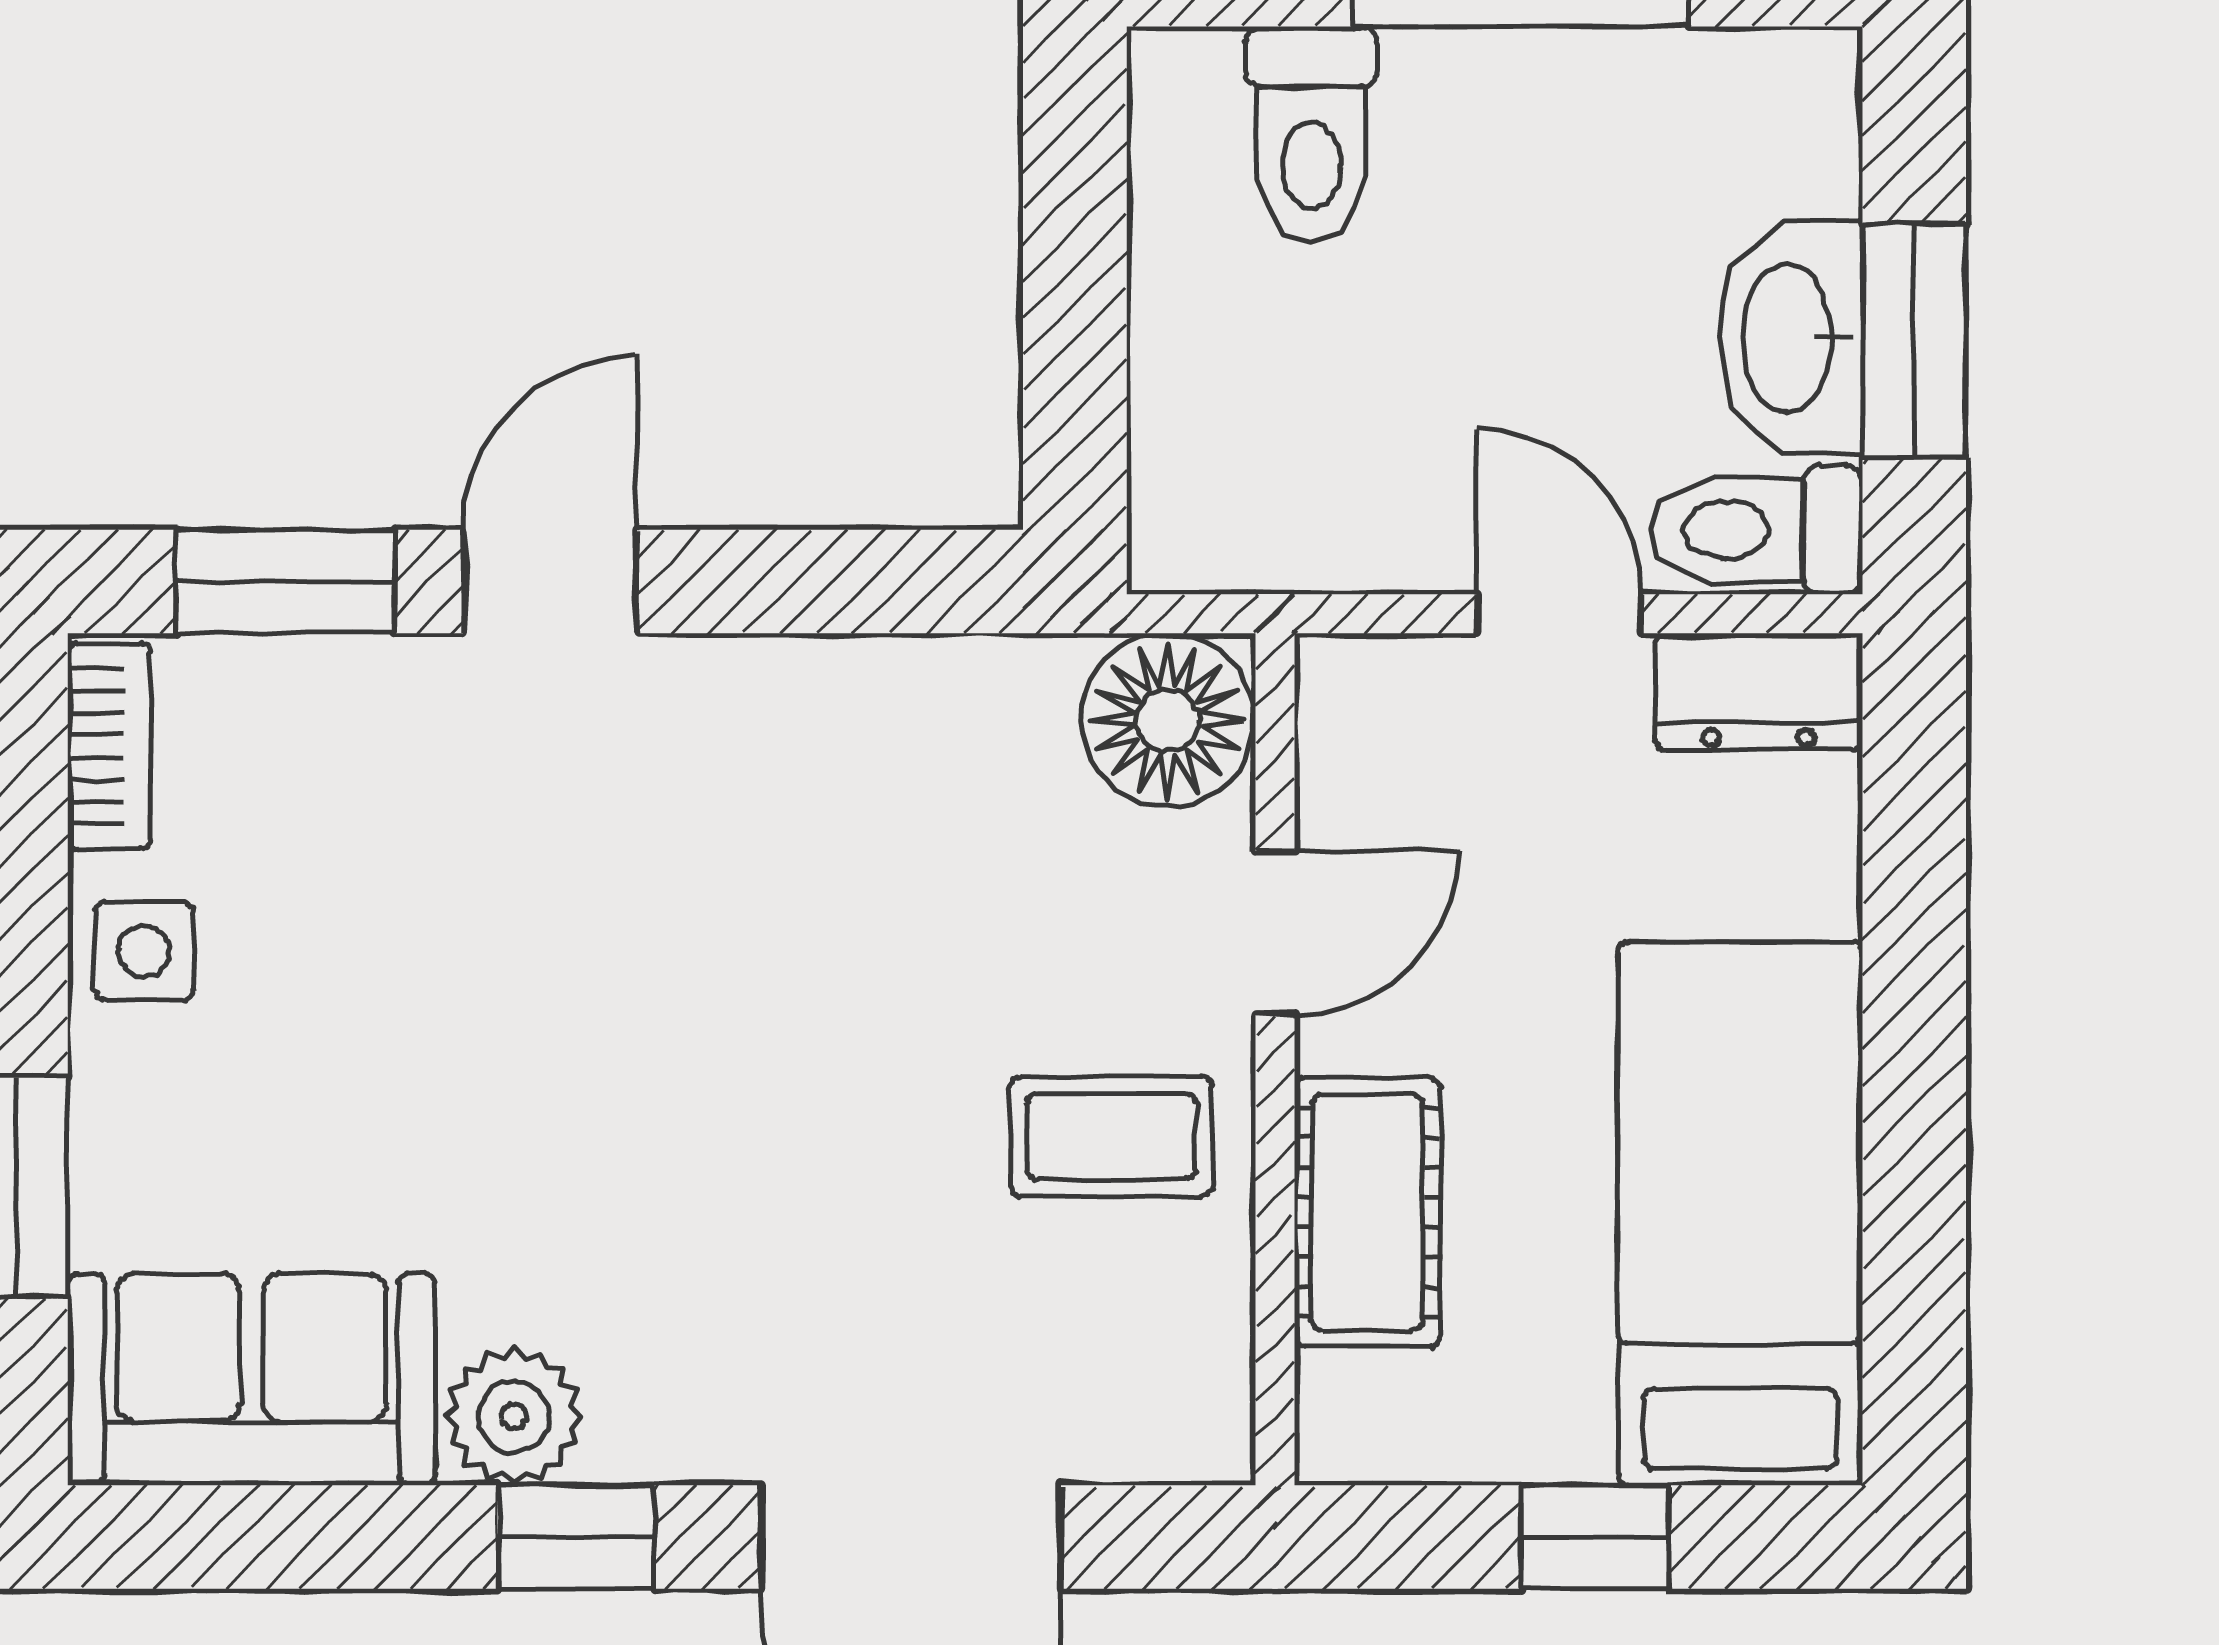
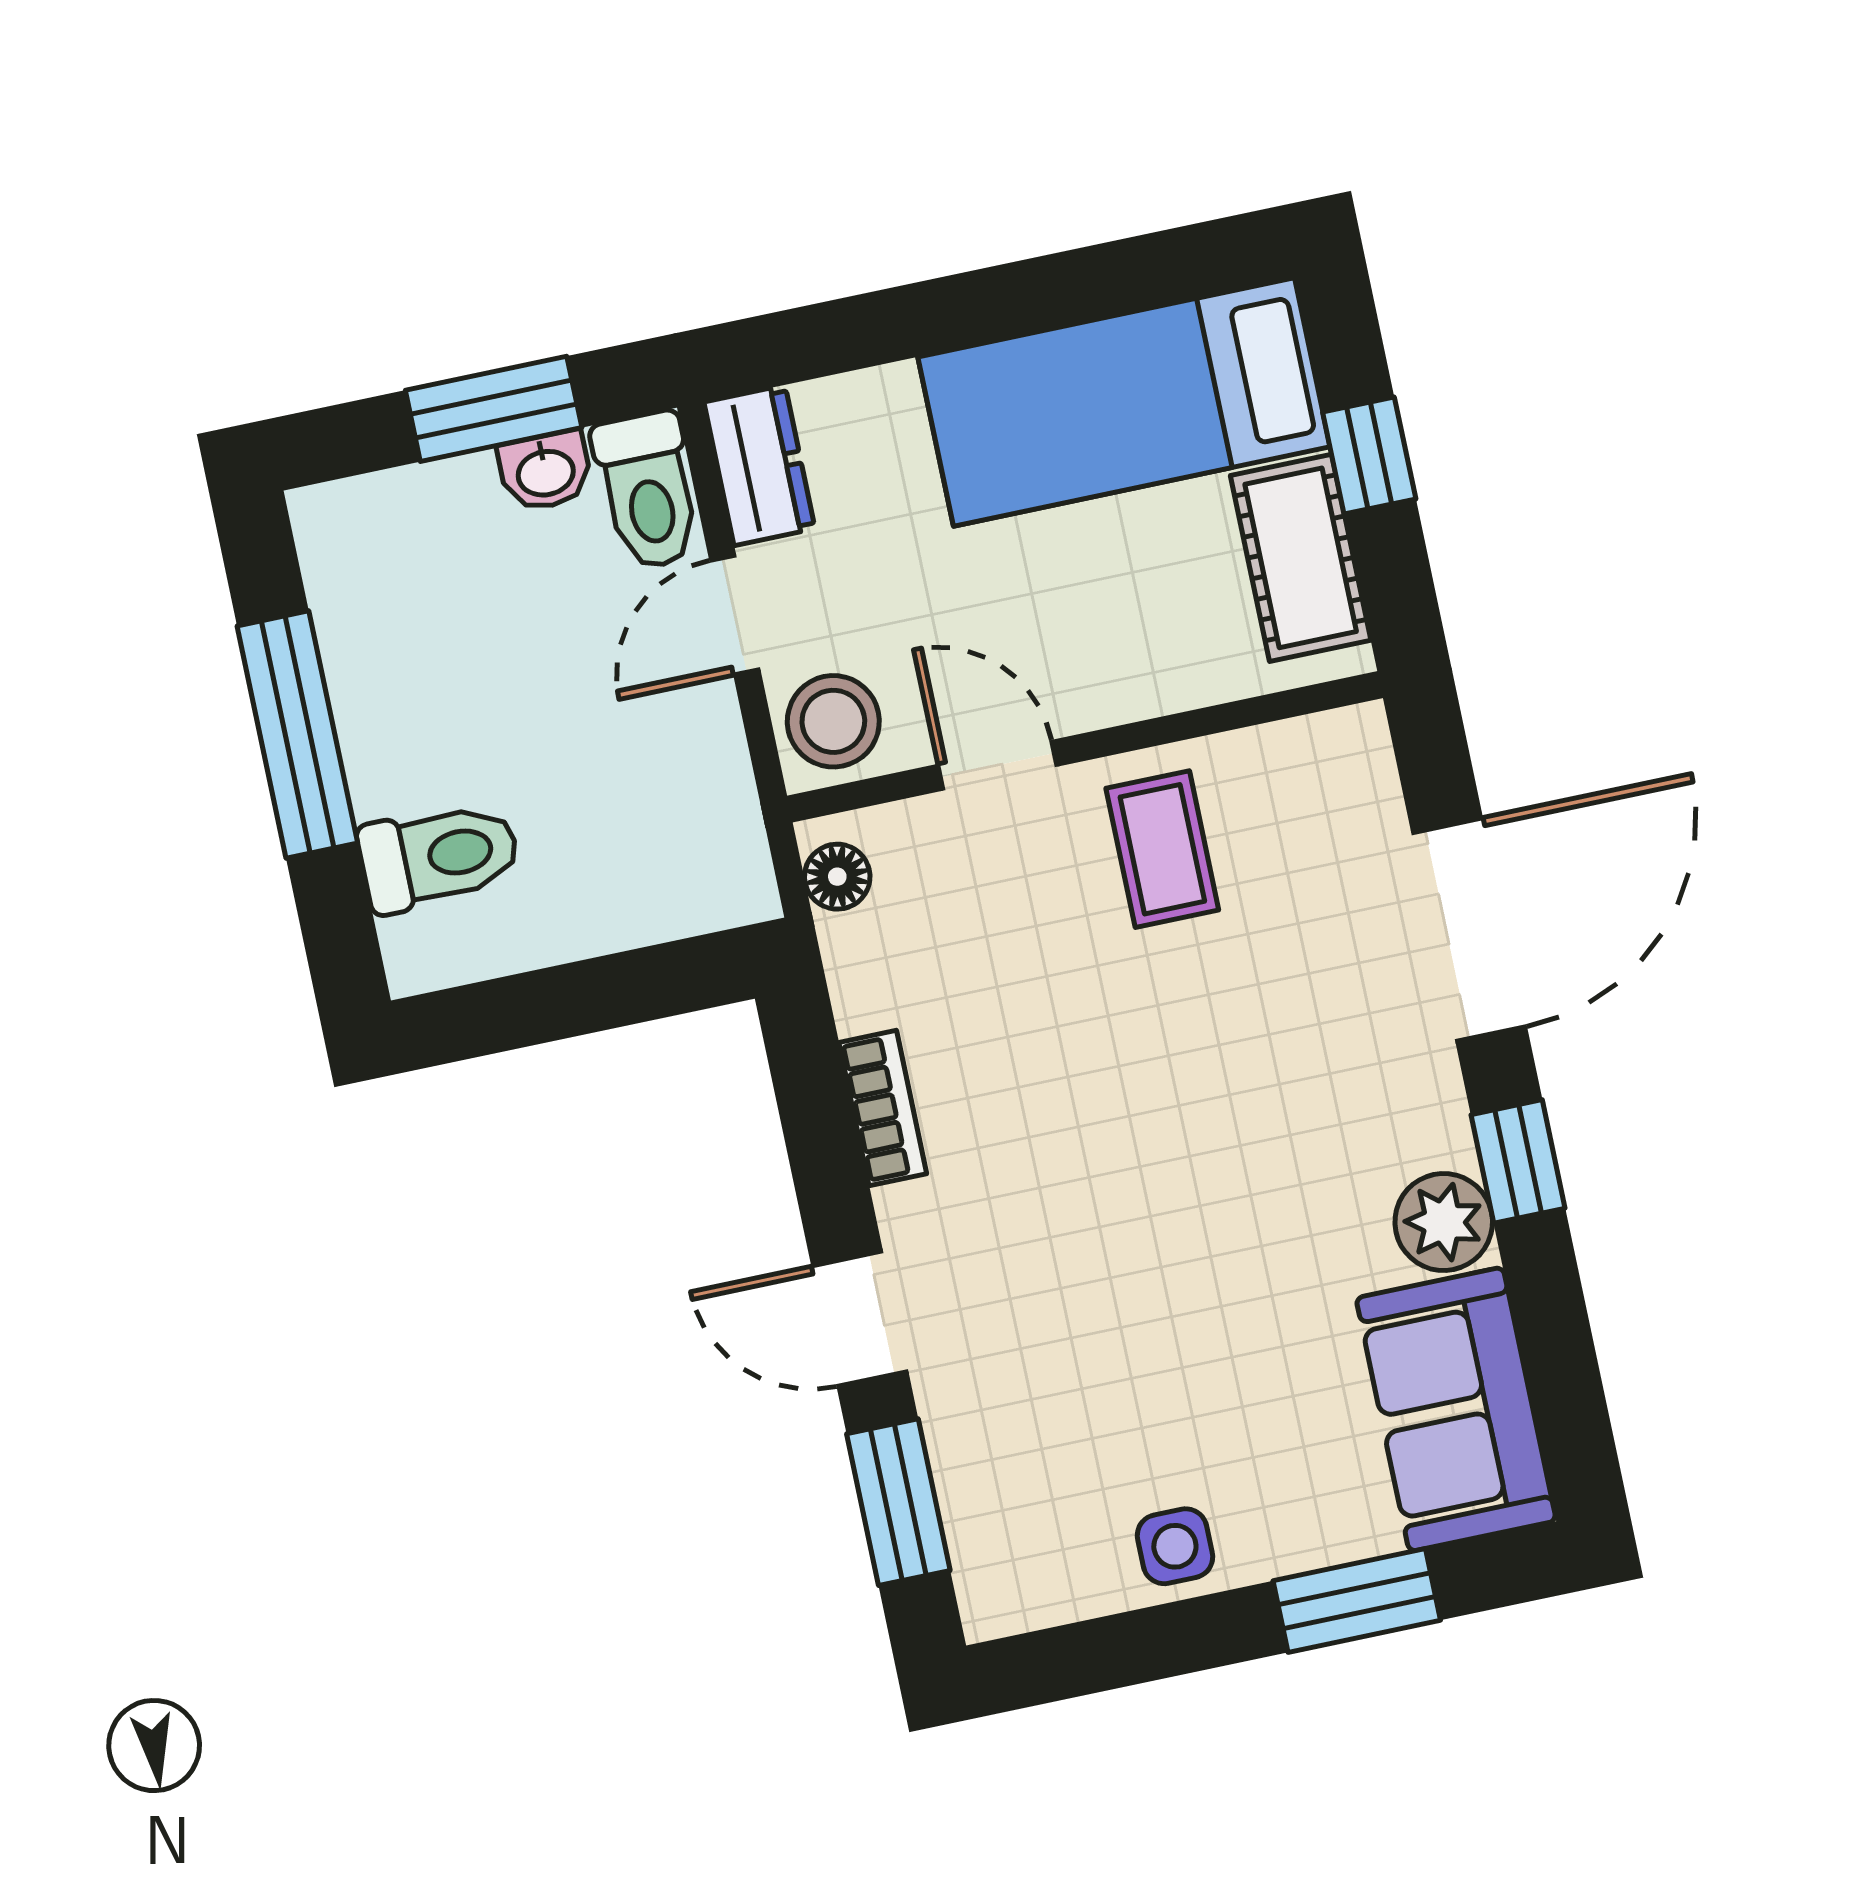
washbasin: (1791, 338) -> (545, 471), width x0.52, depth x0.69
stool: (1384, 719) -> (833, 721), added
floor lamp: (1168, 720) -> (837, 877), width x0.53, depth x0.53
bookcase: (109, 746) -> (883, 1108), moved, turned 90
cot: (1367, 1212) -> (1301, 558), moved, turned 90

